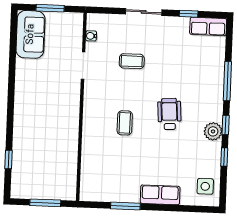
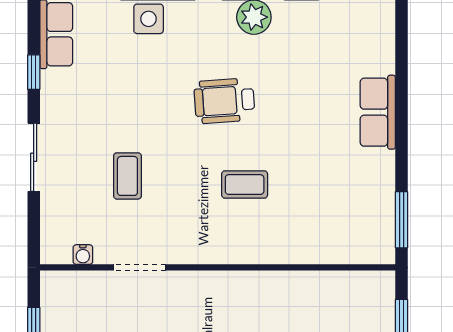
side table: (205, 186) -> (149, 19), moved
window: (125, 206) -> (402, 220), moved

